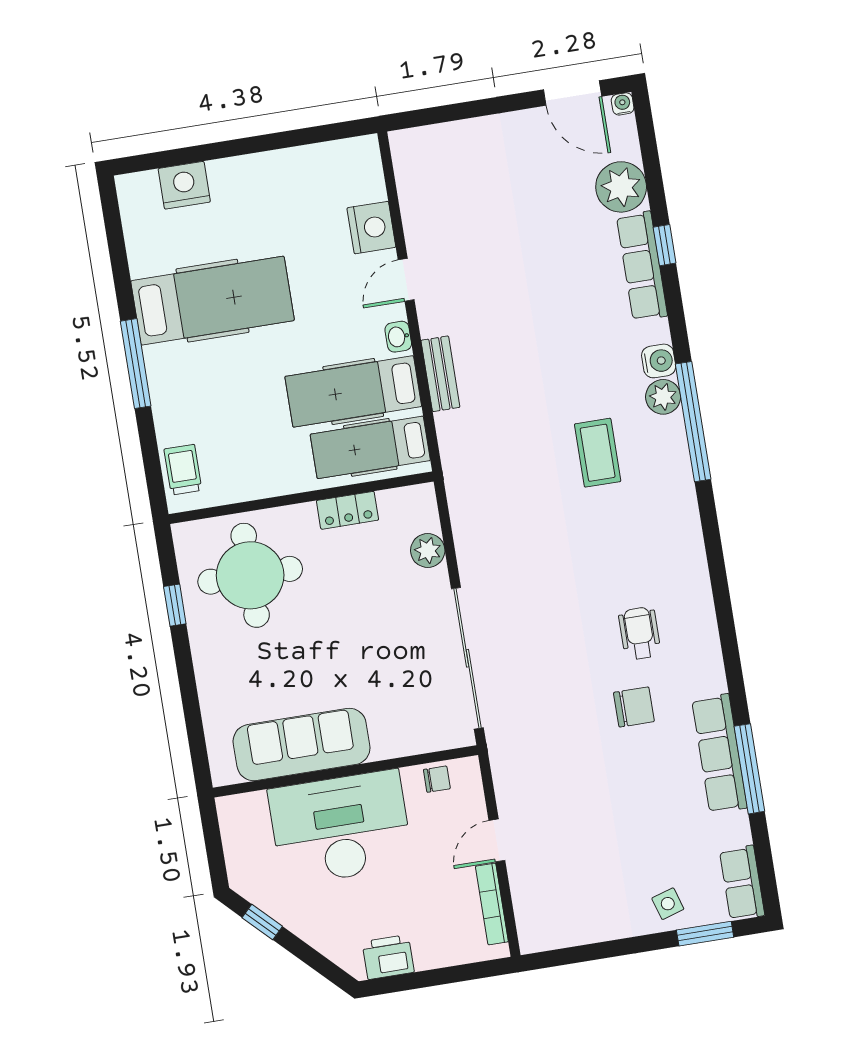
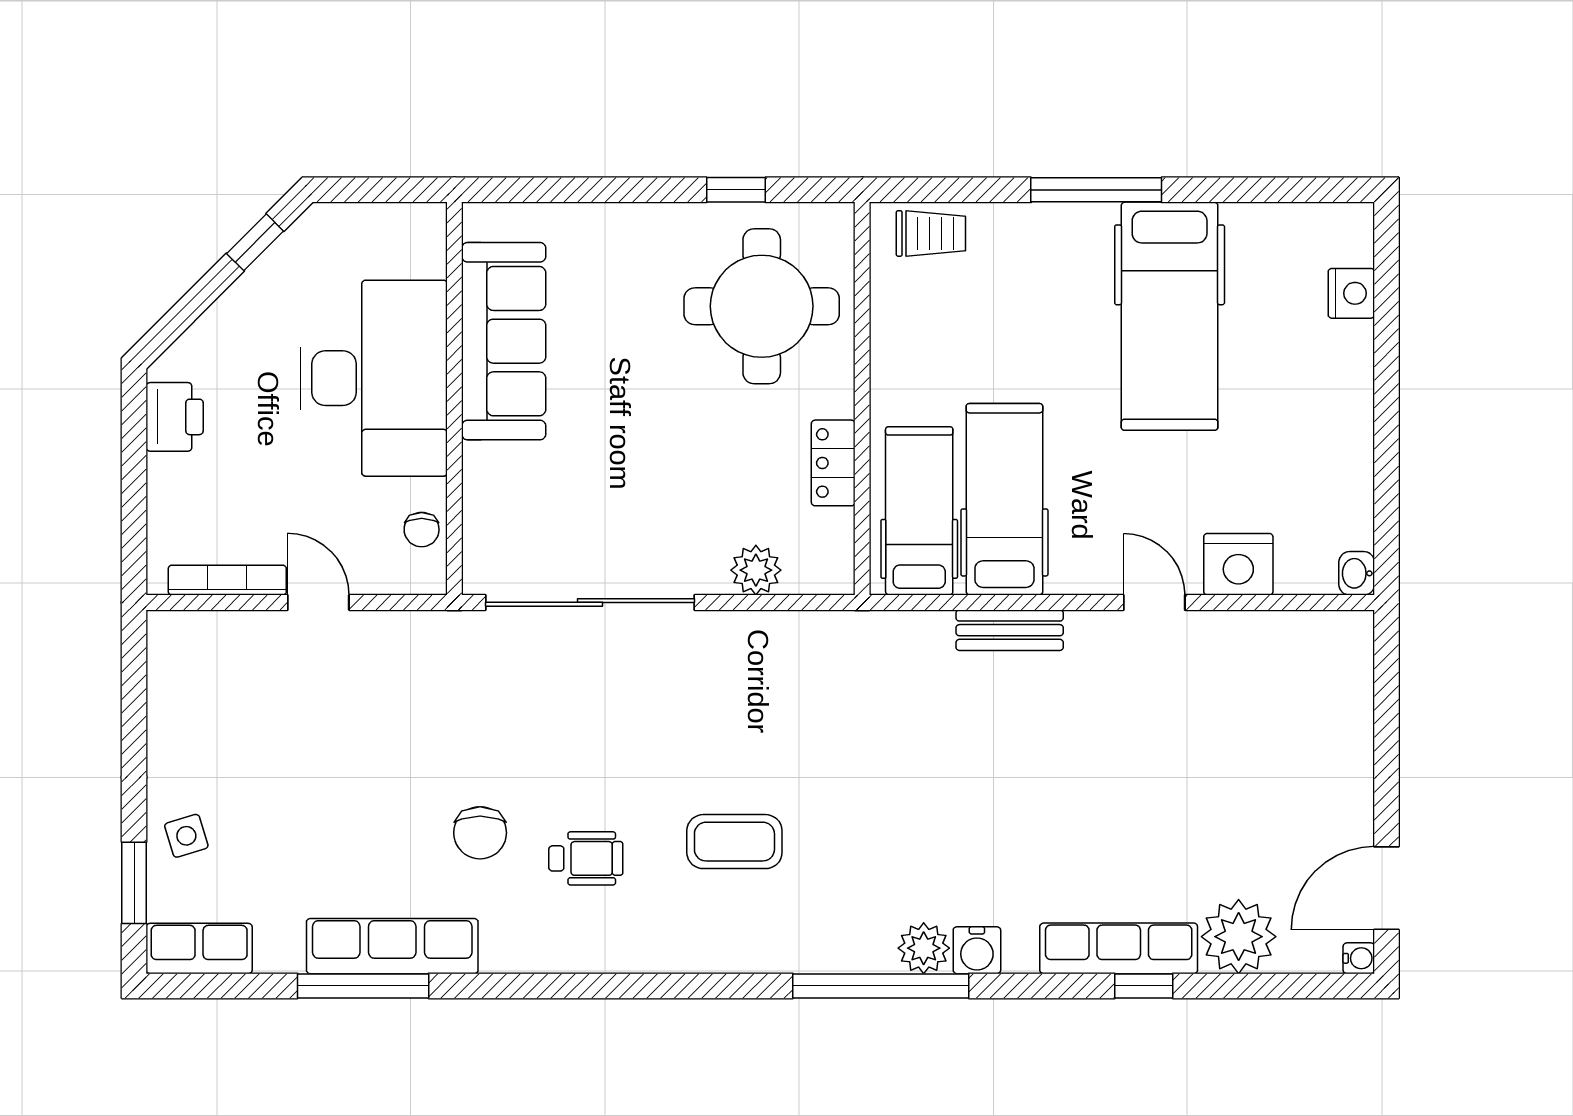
nightstand: (184, 185) -> (1351, 293), width x0.74, depth x0.75
washbasin: (398, 337) -> (1357, 573), moved, turned -90
coffee table: (598, 453) -> (734, 842), moved

